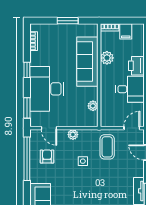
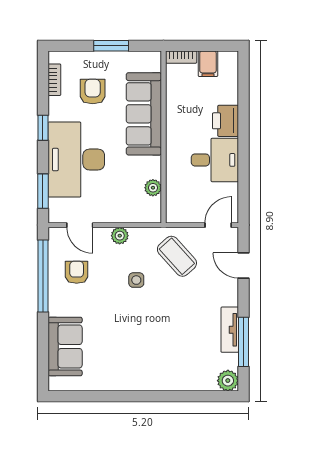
armchair: (57, 48) -> (93, 92), added
plant: (107, 58) -> (177, 108), removed
coffee table: (107, 147) -> (177, 256), turned -42

